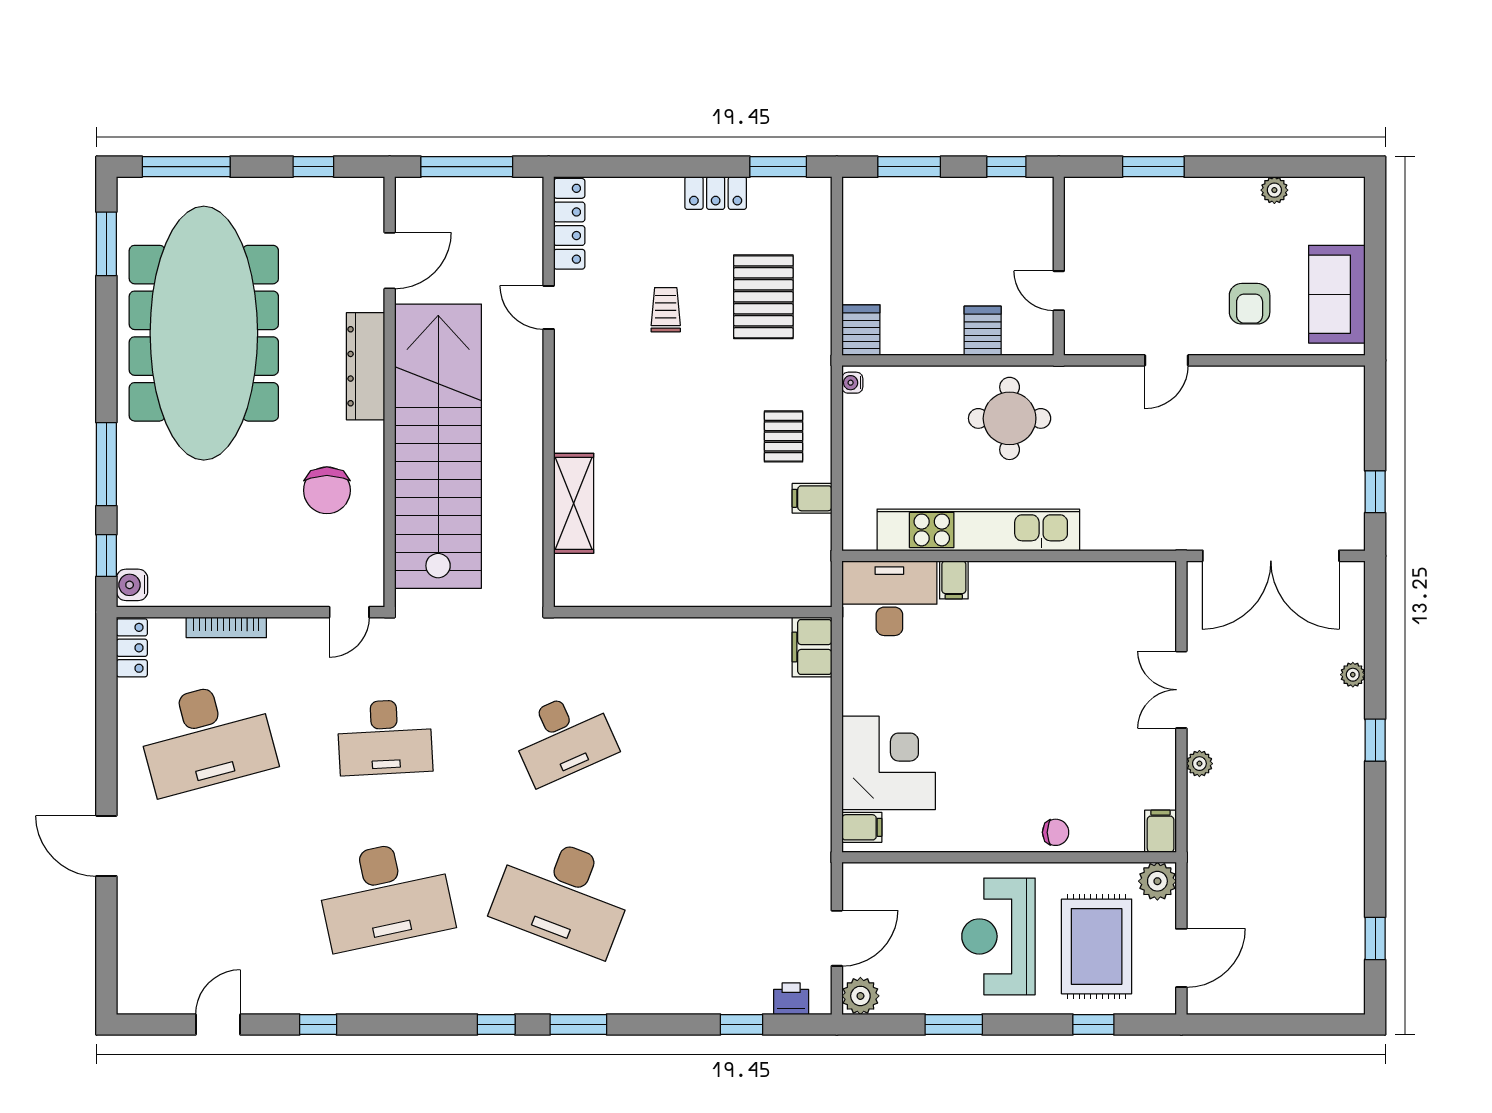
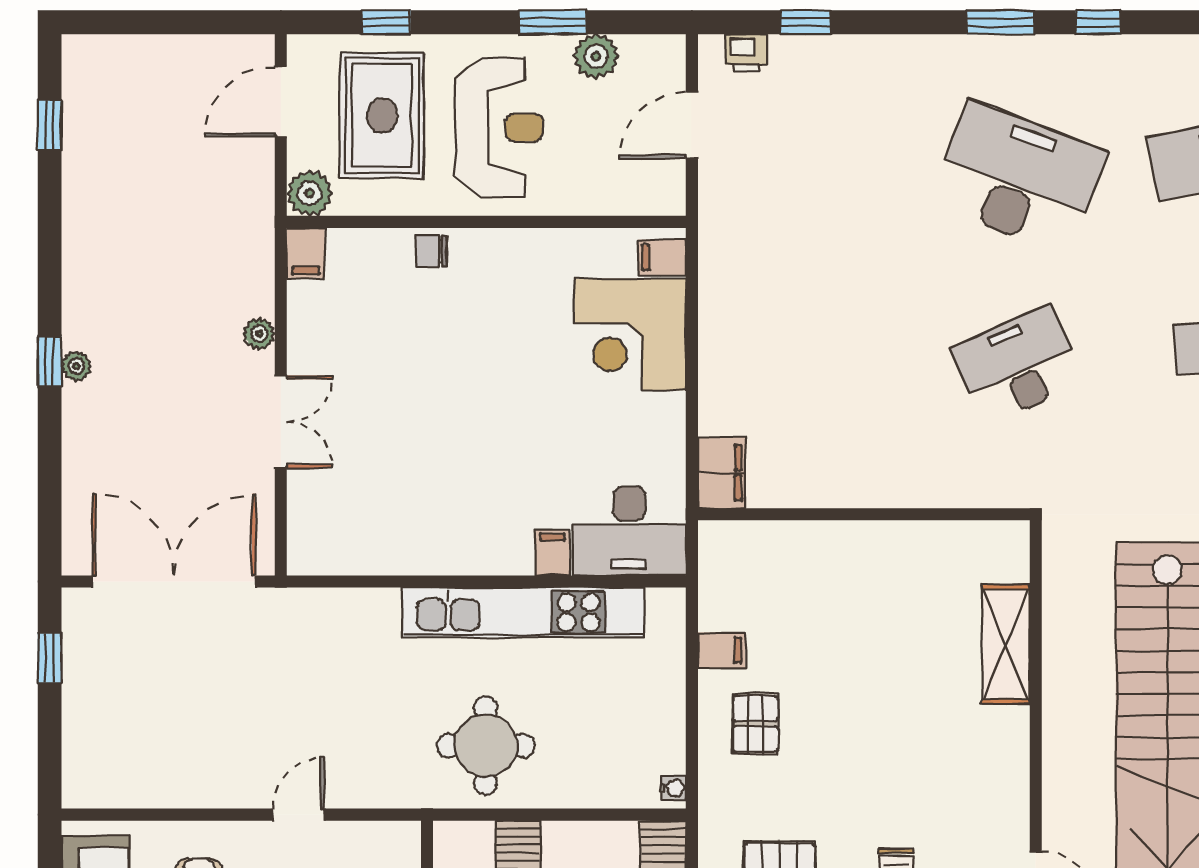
plant: (1353, 675) -> (76, 366), moved
plant: (860, 996) -> (596, 56), moved

